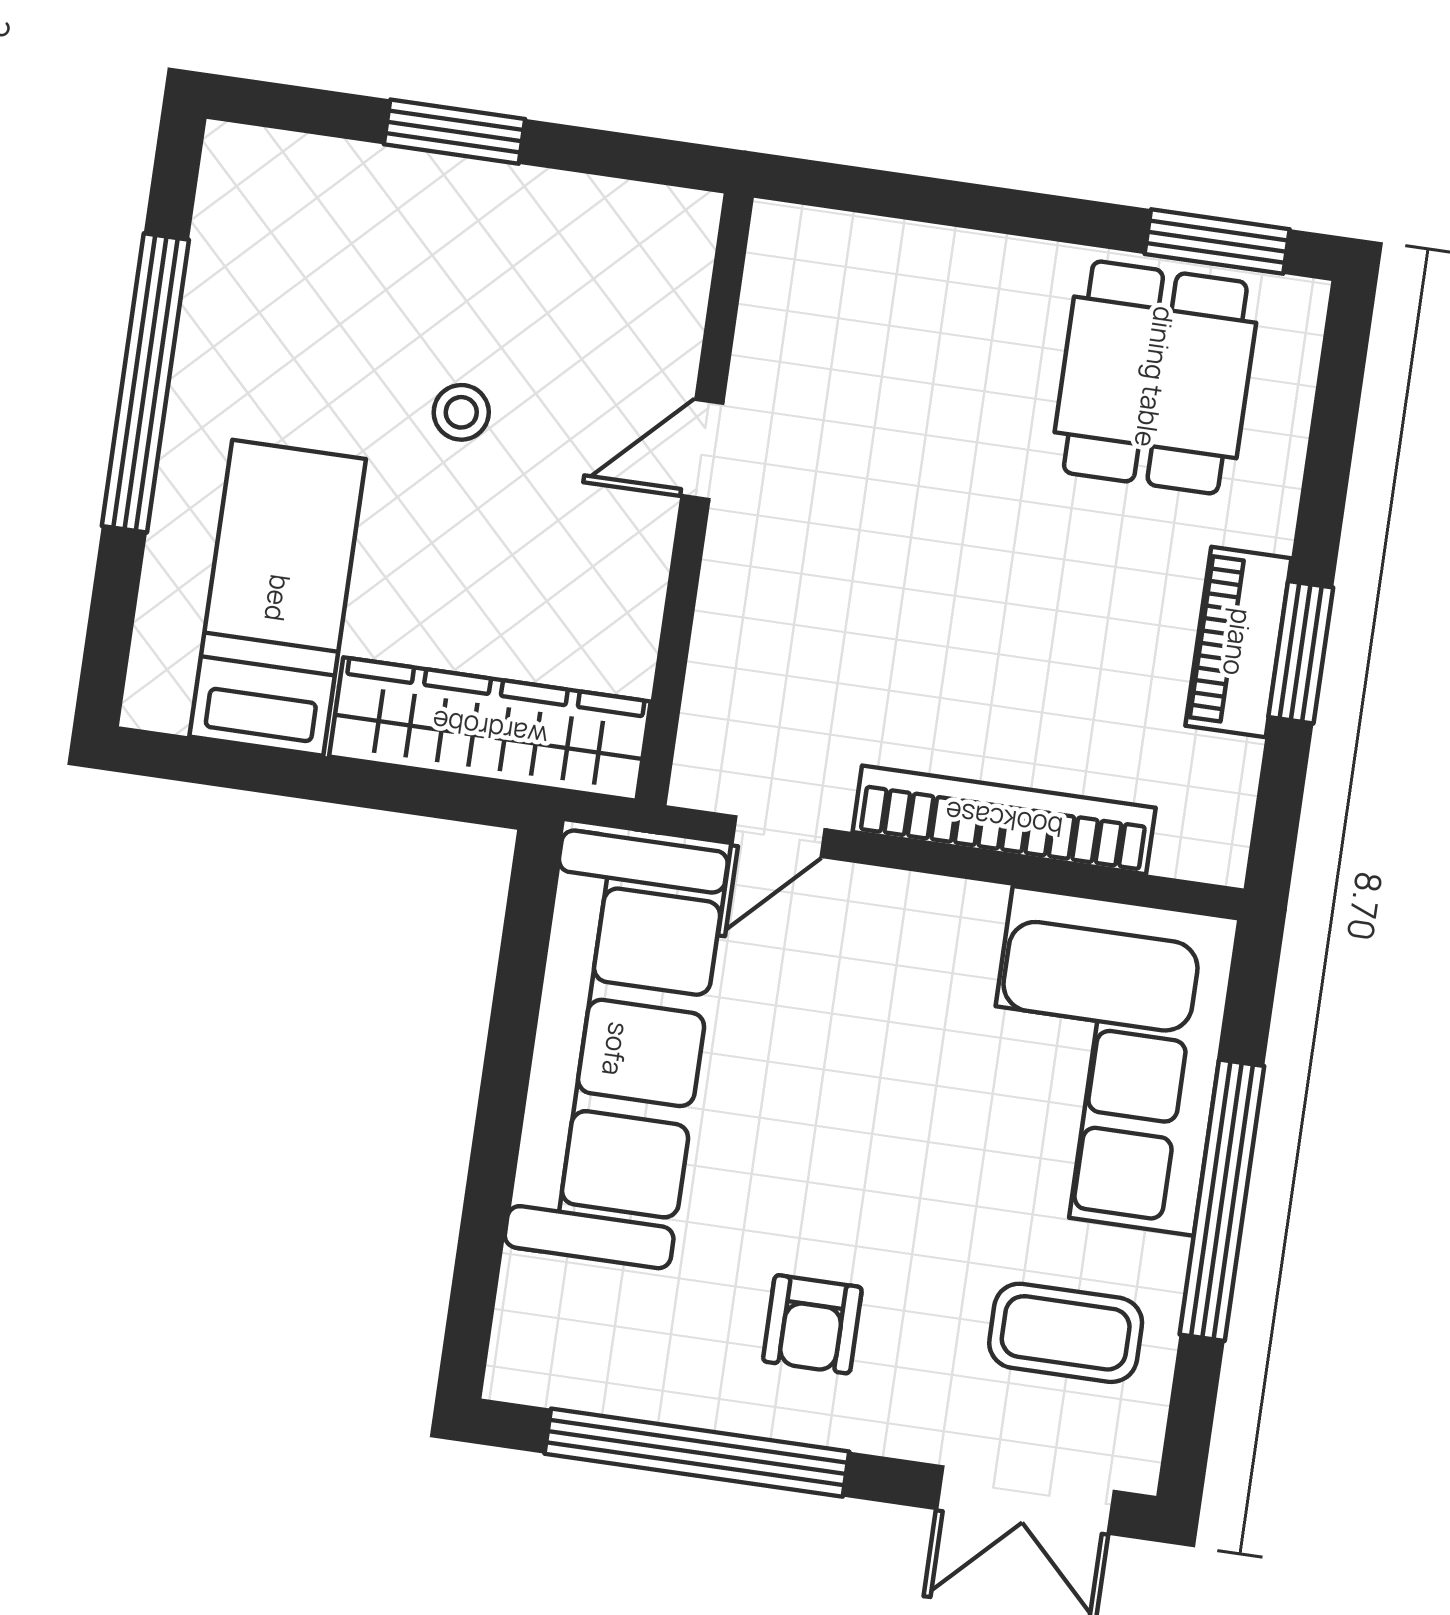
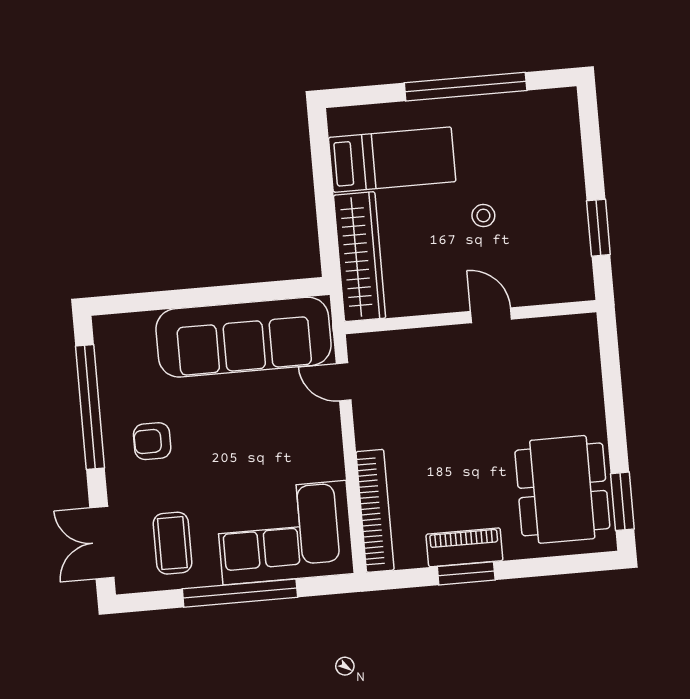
window: (454, 132) -> (598, 228), moved
dining table: (1155, 377) -> (562, 489), width x1.38
bookcase: (1004, 820) -> (375, 511), moved

